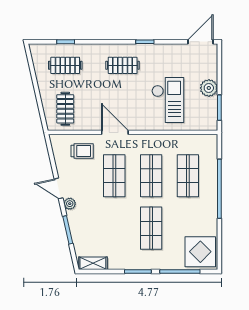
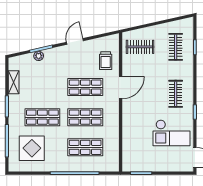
plant: (209, 88) -> (157, 164), removed
checkout: (168, 100) -> (172, 133), moved
plant: (70, 204) -> (39, 56), moved
display table: (200, 252) -> (32, 148), moved
shelving: (93, 263) -> (14, 82), moved

